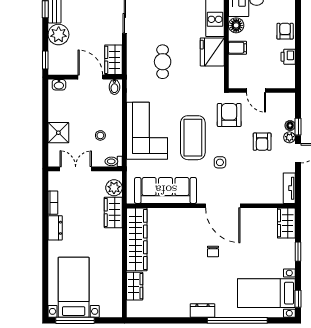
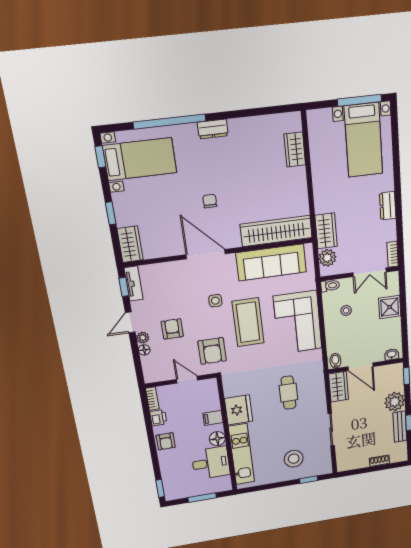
bookcase: (291, 77) -> (152, 399), added
window: (298, 127) -> (124, 287), moved
bookcase: (53, 203) -> (393, 254), moved
wardrobe: (137, 239) -> (276, 231), moved, turned 90

